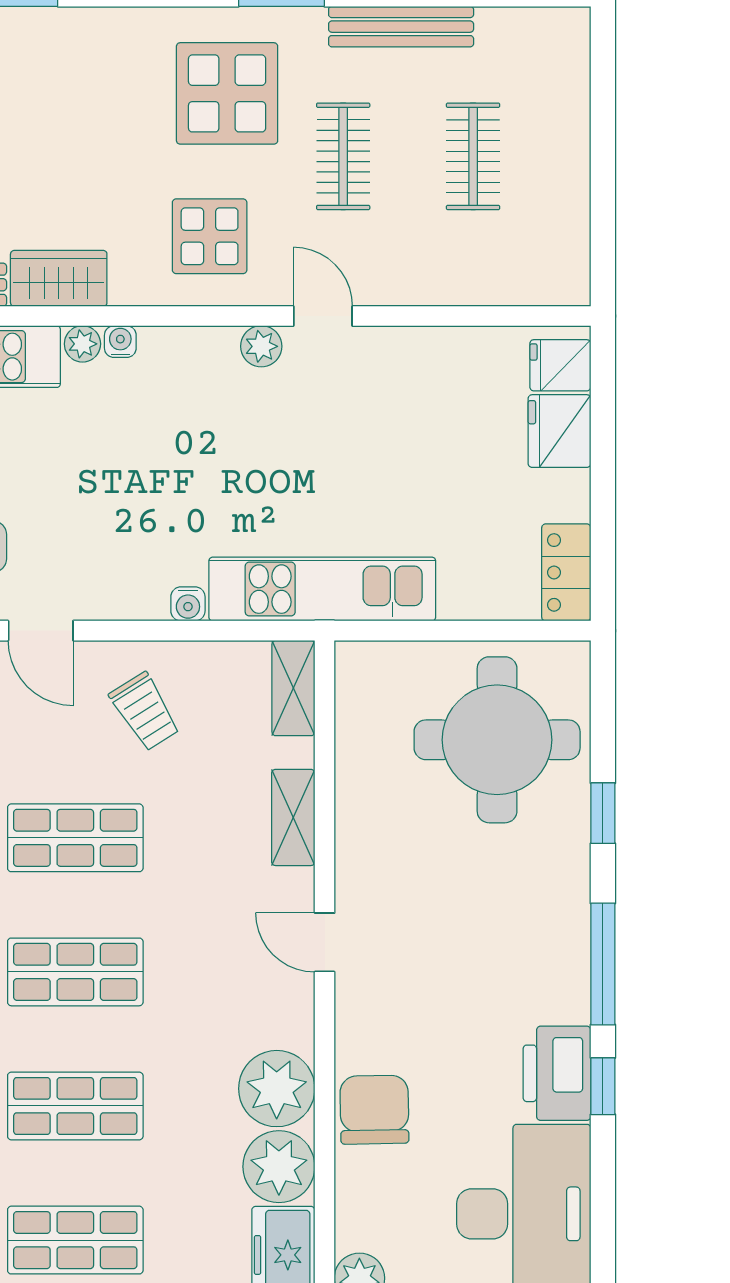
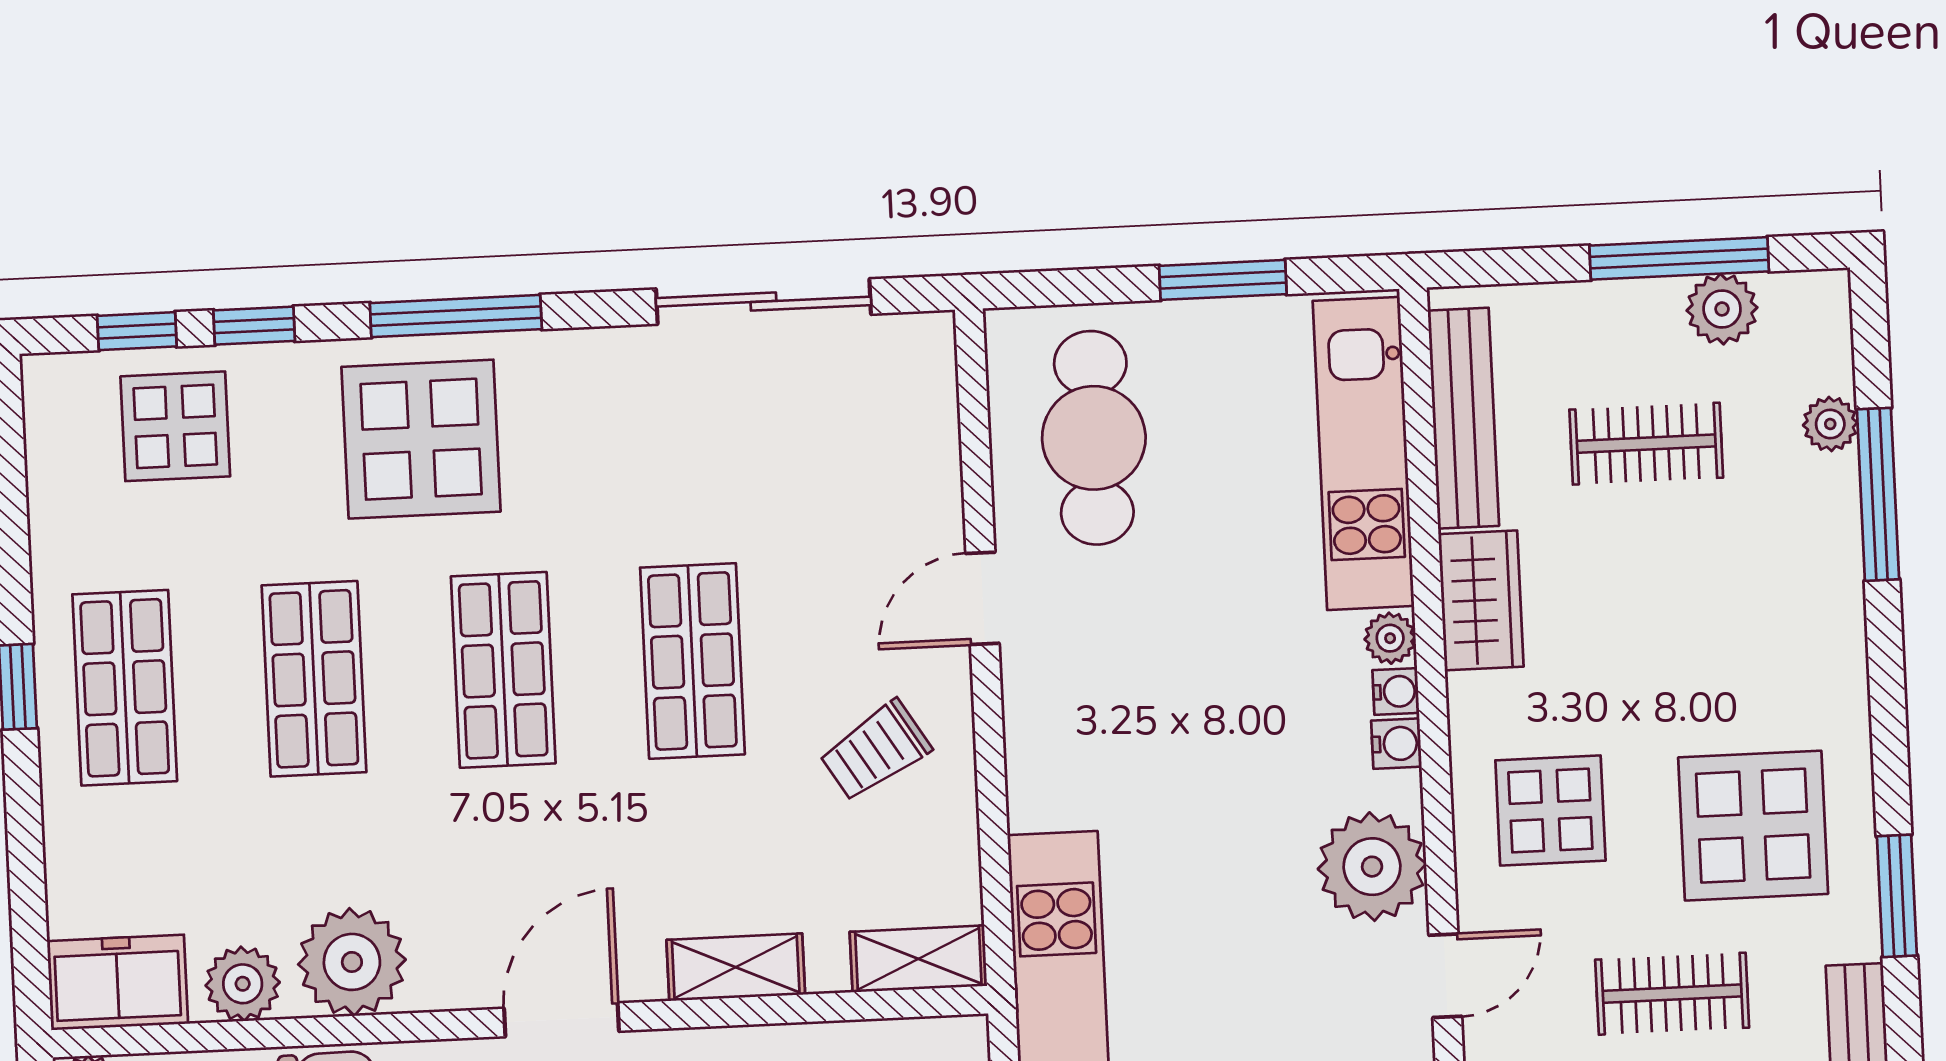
plant: (261, 346) -> (1372, 867), width x1.88, depth x1.88
water cooler: (188, 604) -> (1397, 744), moved, turned 180
door: (325, 942) -> (561, 1020), width x1.38
plant: (279, 1167) -> (243, 984), width x0.73, depth x0.73

